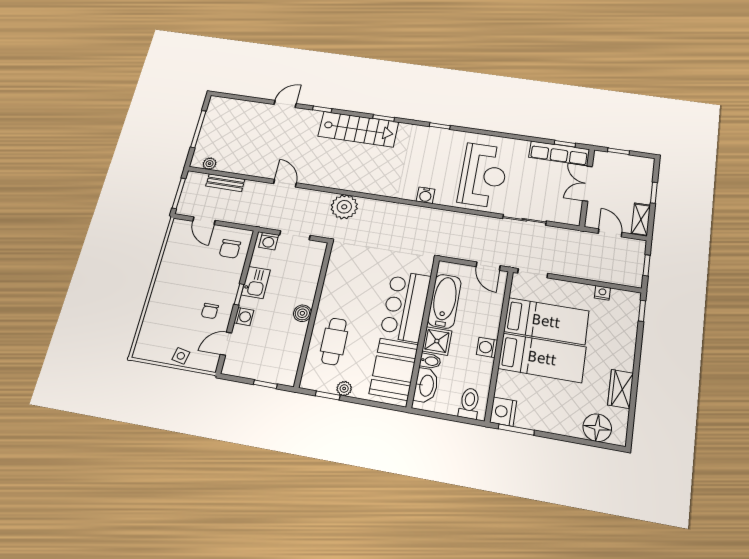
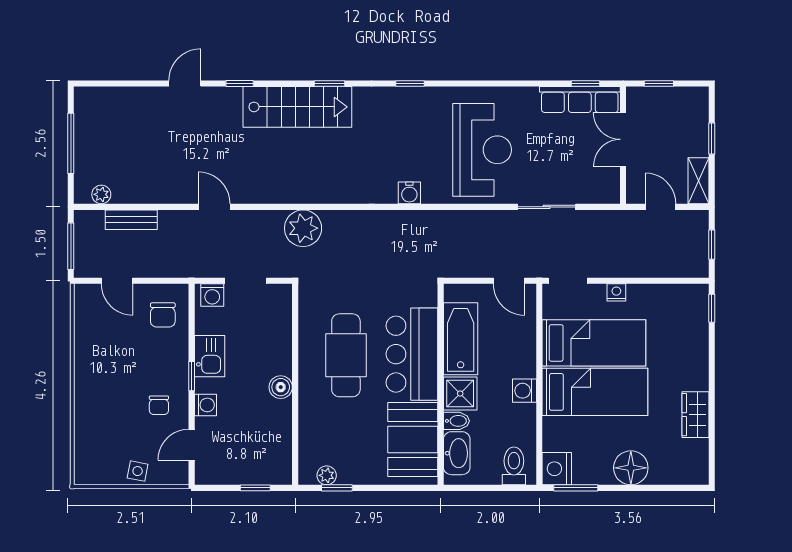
nightstand: (602, 293) -> (616, 292), moved
cafe table: (334, 341) -> (346, 355), moved, width x1.37, depth x1.35
plant: (344, 389) -> (327, 475), moved
floor lamp: (597, 428) -> (631, 468), moved

